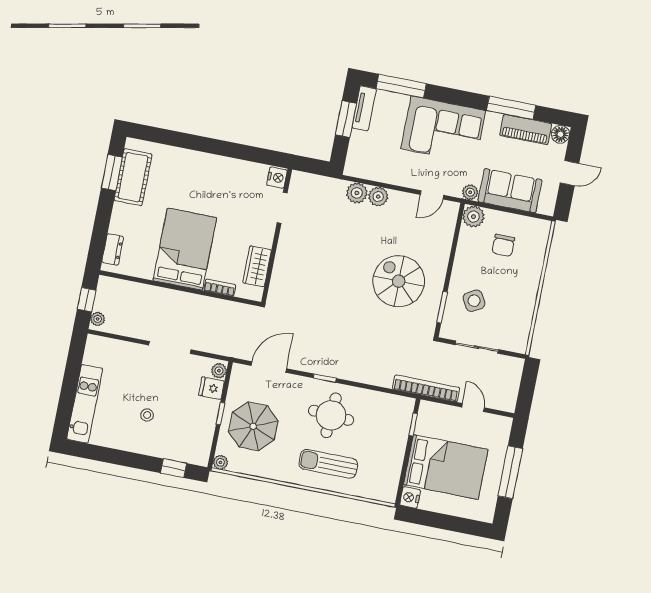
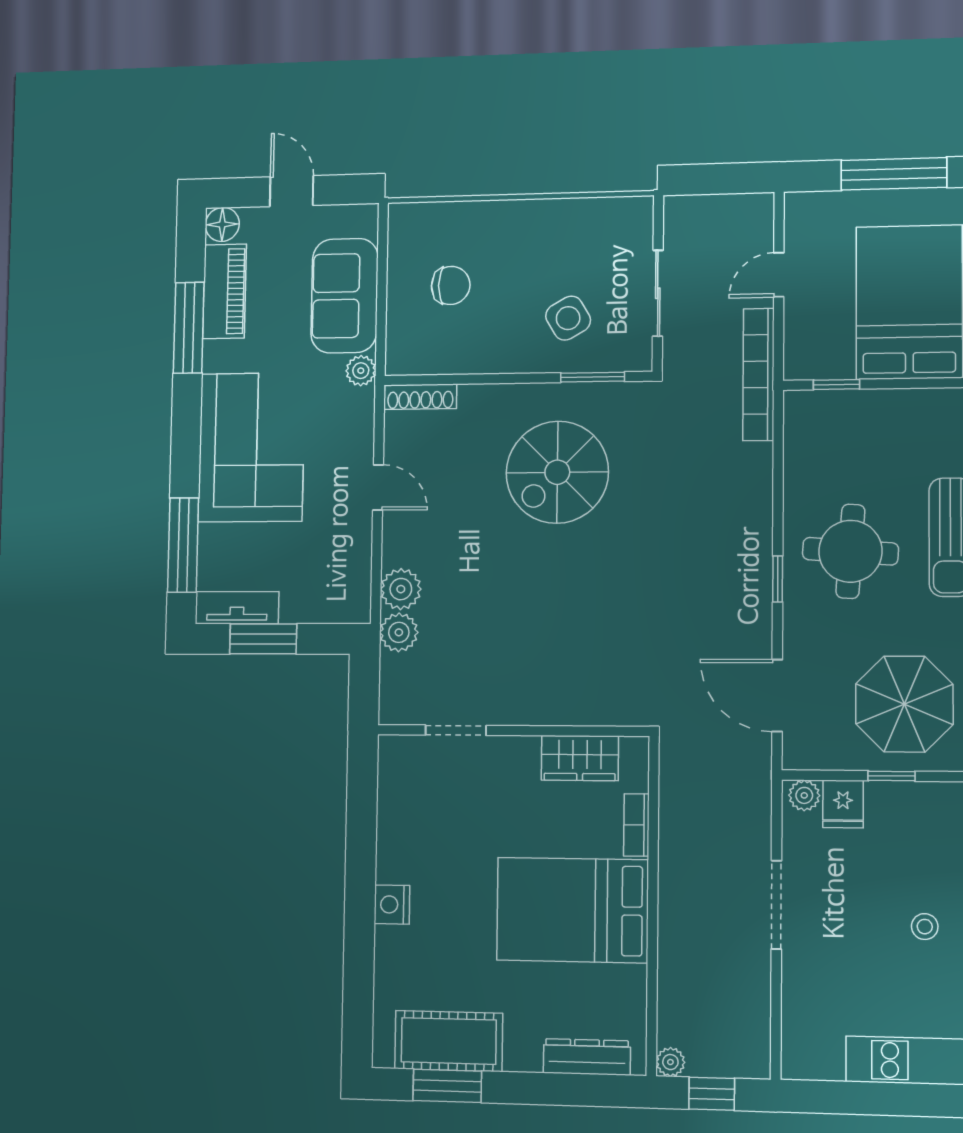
nightstand: (277, 178) -> (392, 904), moved, turned -90
door: (432, 195) -> (378, 487), moved
plant: (378, 197) -> (399, 632), moved
plant: (473, 217) -> (406, 354), removed
shoe rack: (451, 220) -> (420, 397), added
dresser: (113, 249) -> (587, 1057), width x1.44
plant: (98, 319) -> (670, 1062), moved

